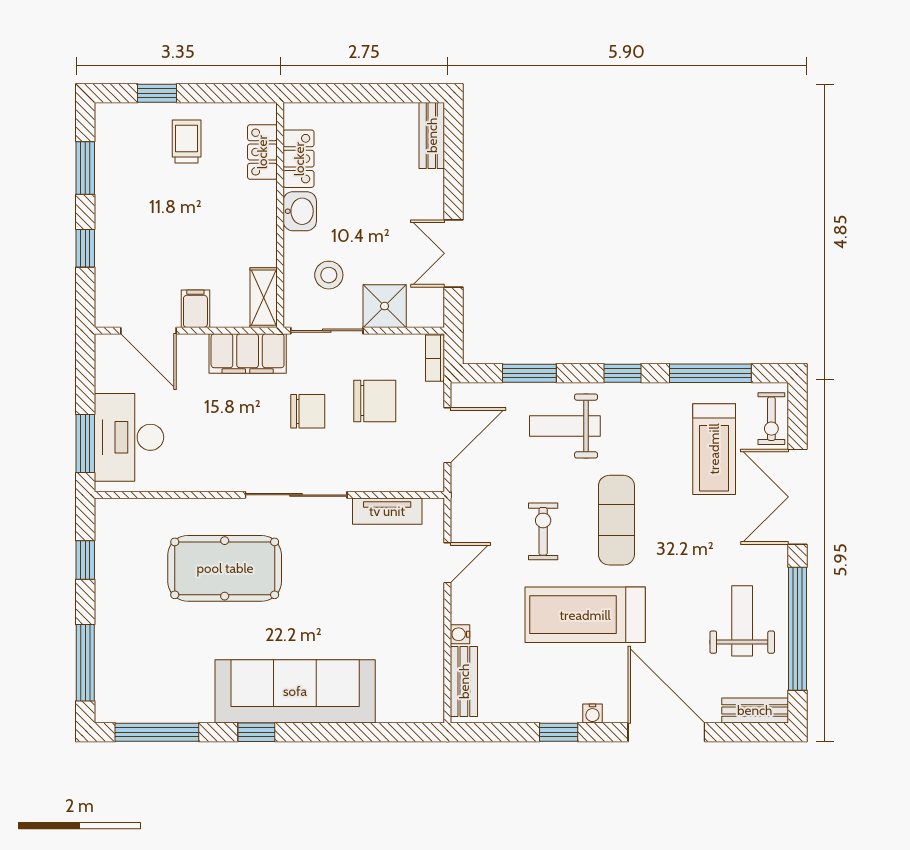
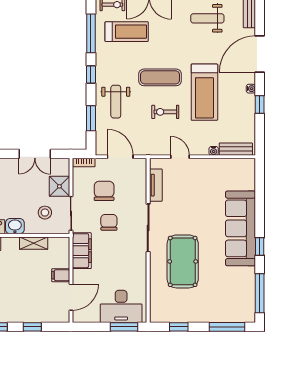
shelving: (264, 298) -> (34, 243), moved

